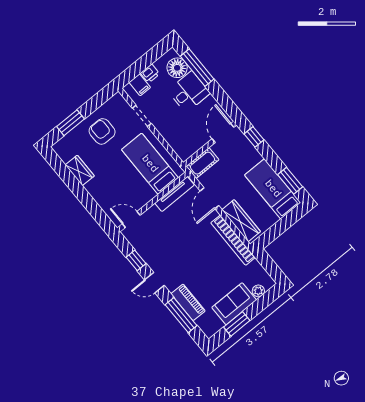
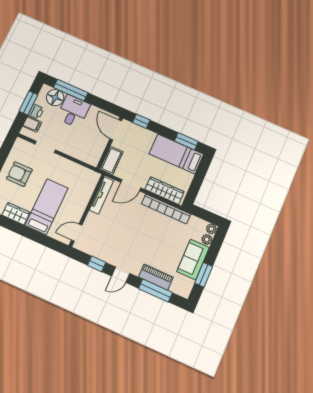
window: (147, 60) -> (28, 103), added
bed: (150, 164) -> (47, 207), moved, turned 90
door: (209, 198) -> (131, 185), hinge flipped
plant: (268, 283) -> (211, 229), added

